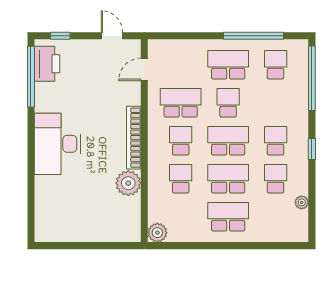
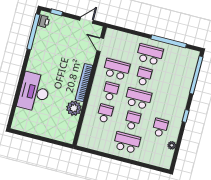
door: (112, 36) -> (87, 20), hinge flipped
printer: (47, 64) -> (43, 21), width x0.53, depth x0.68
school desk: (276, 65) -> (177, 62), removed
door: (144, 69) -> (100, 45), hinge flipped
school desk: (276, 141) -> (166, 106), removed
desk: (57, 144) -> (34, 92), moved
school desk: (228, 179) -> (133, 121), width x0.54
plant: (157, 233) -> (83, 141), removed

